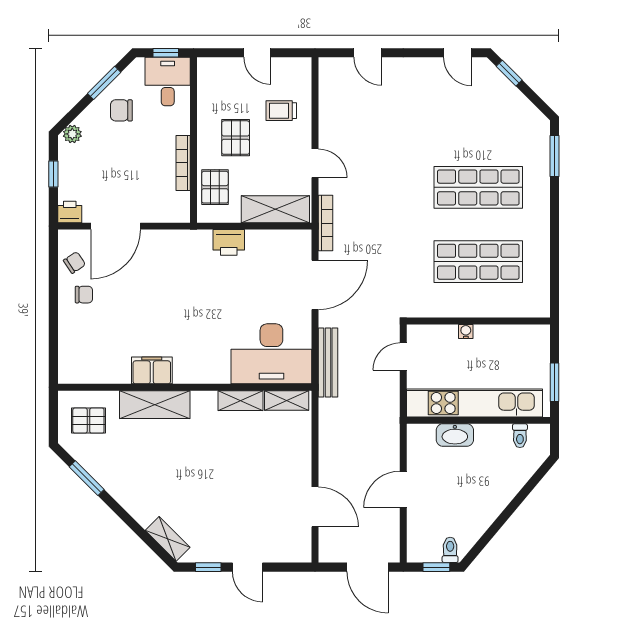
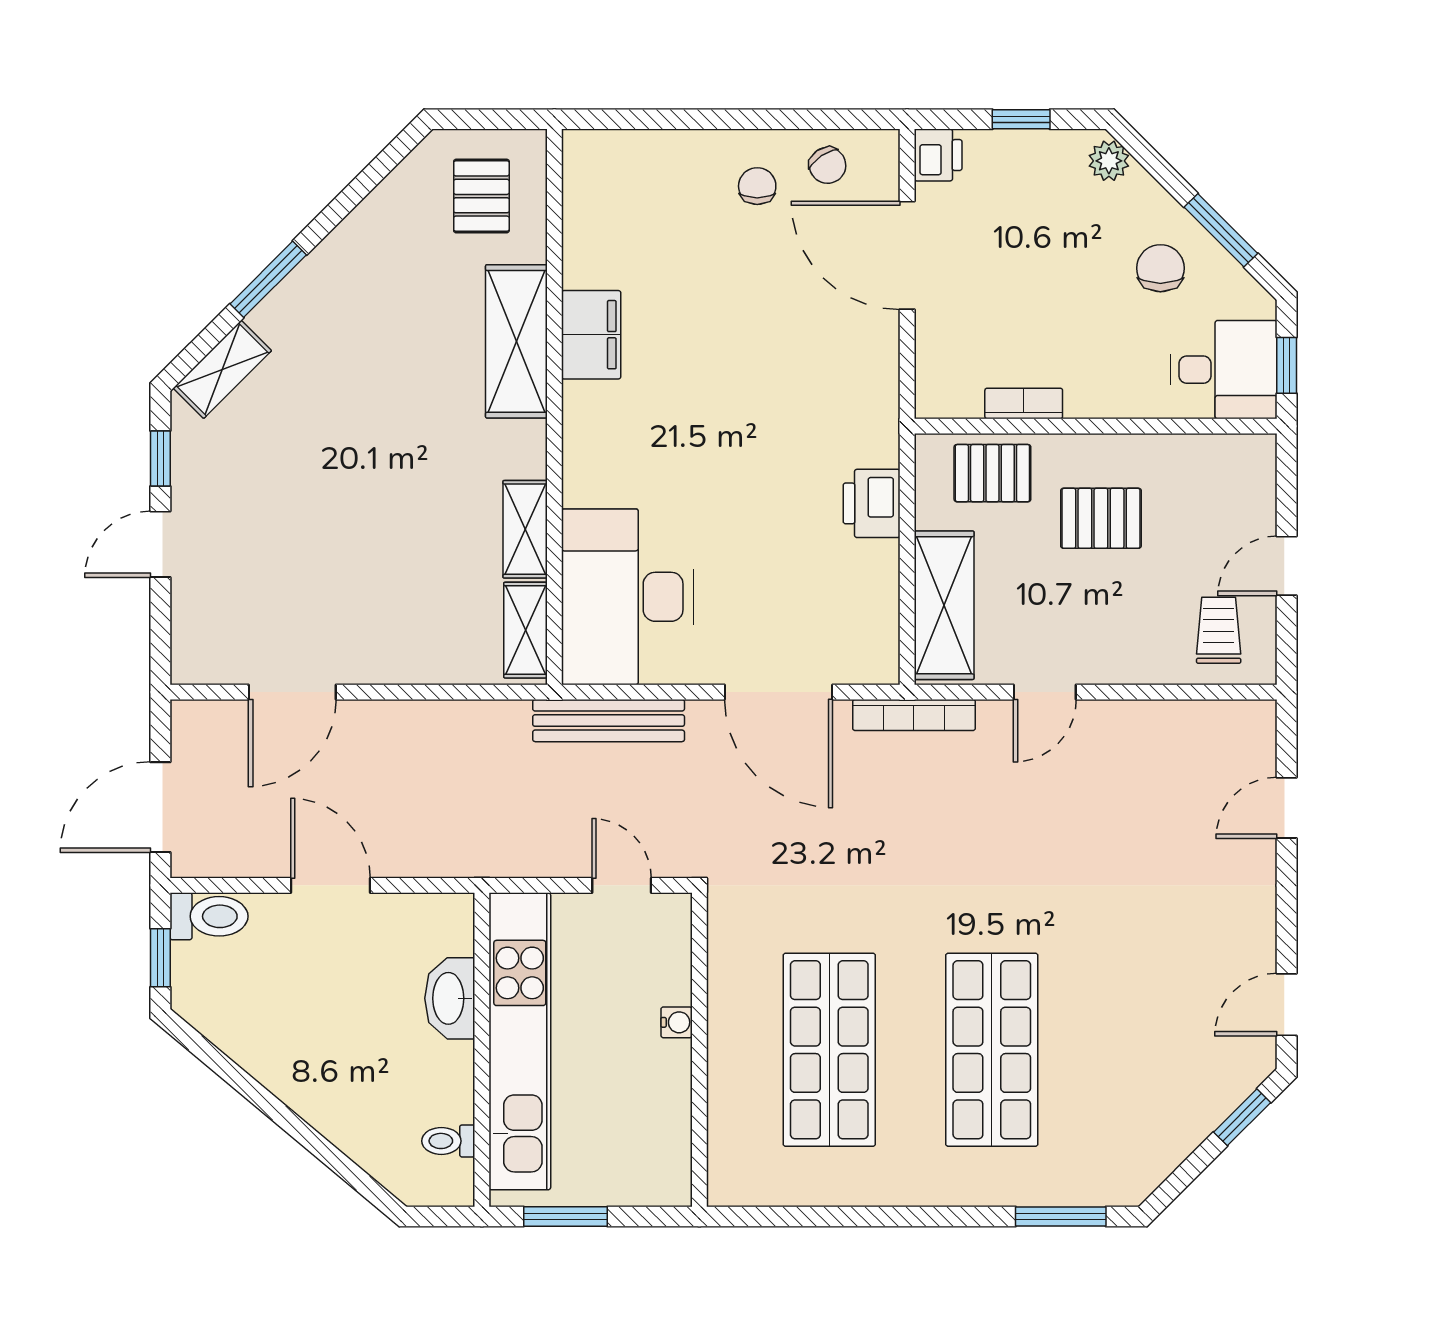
trolley: (281, 111) -> (1219, 630), moved
bookcase: (183, 163) -> (1024, 403), width x0.64
chair: (84, 295) -> (757, 186), turned 180
window: (87, 478) -> (268, 279), moved
toilet: (450, 550) -> (209, 916), moved, width x1.37, depth x1.39

